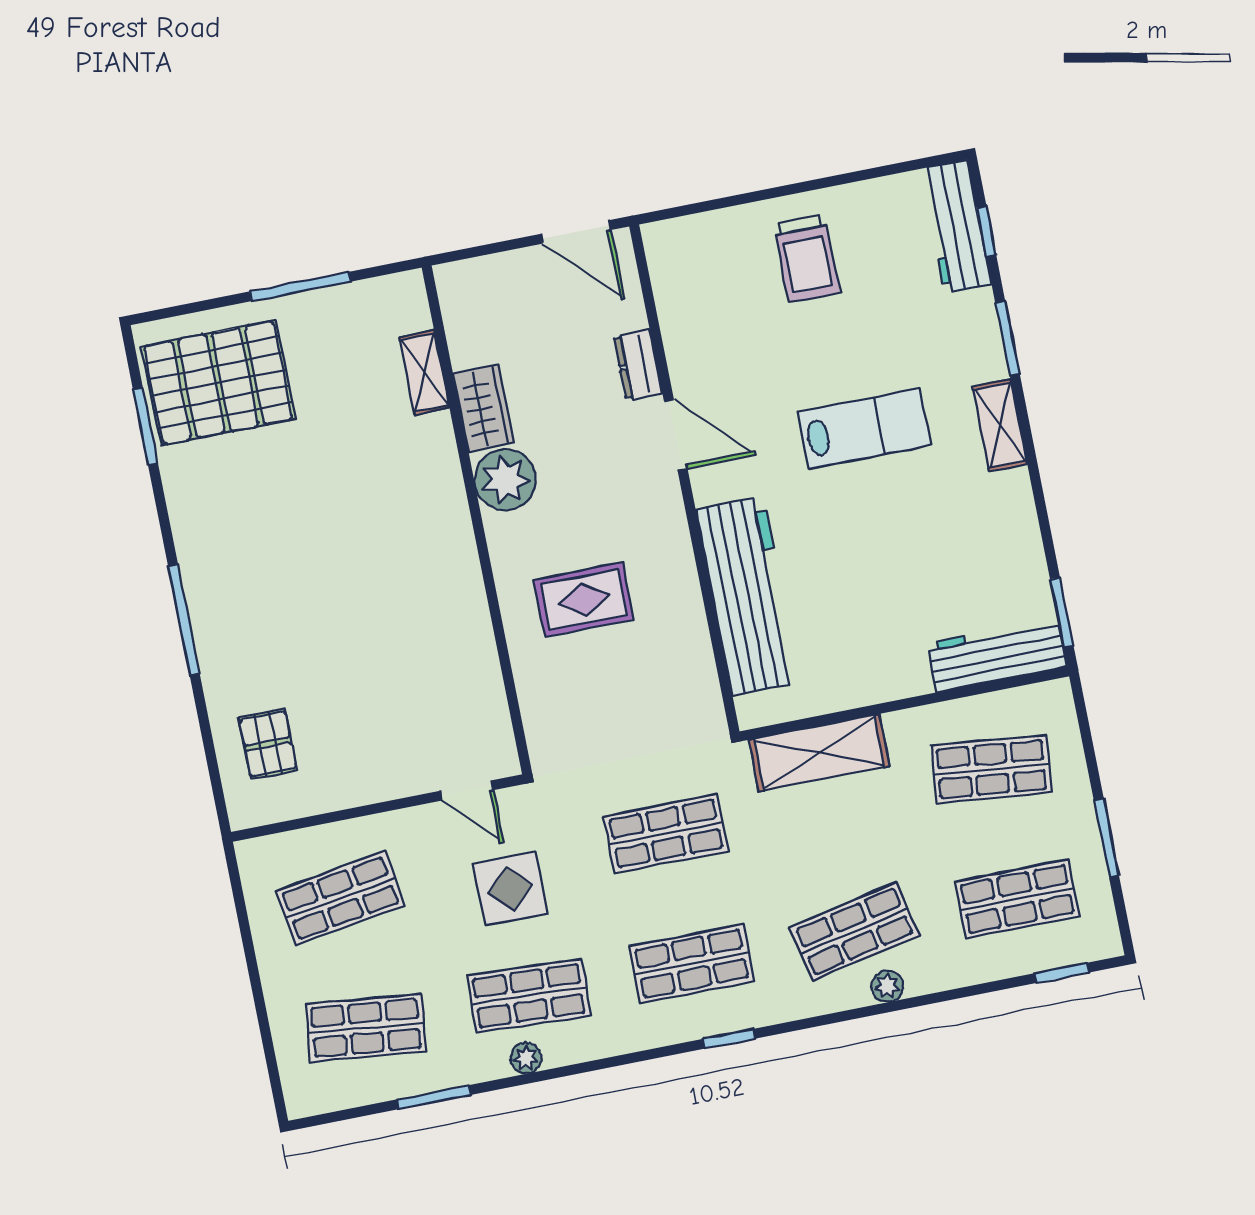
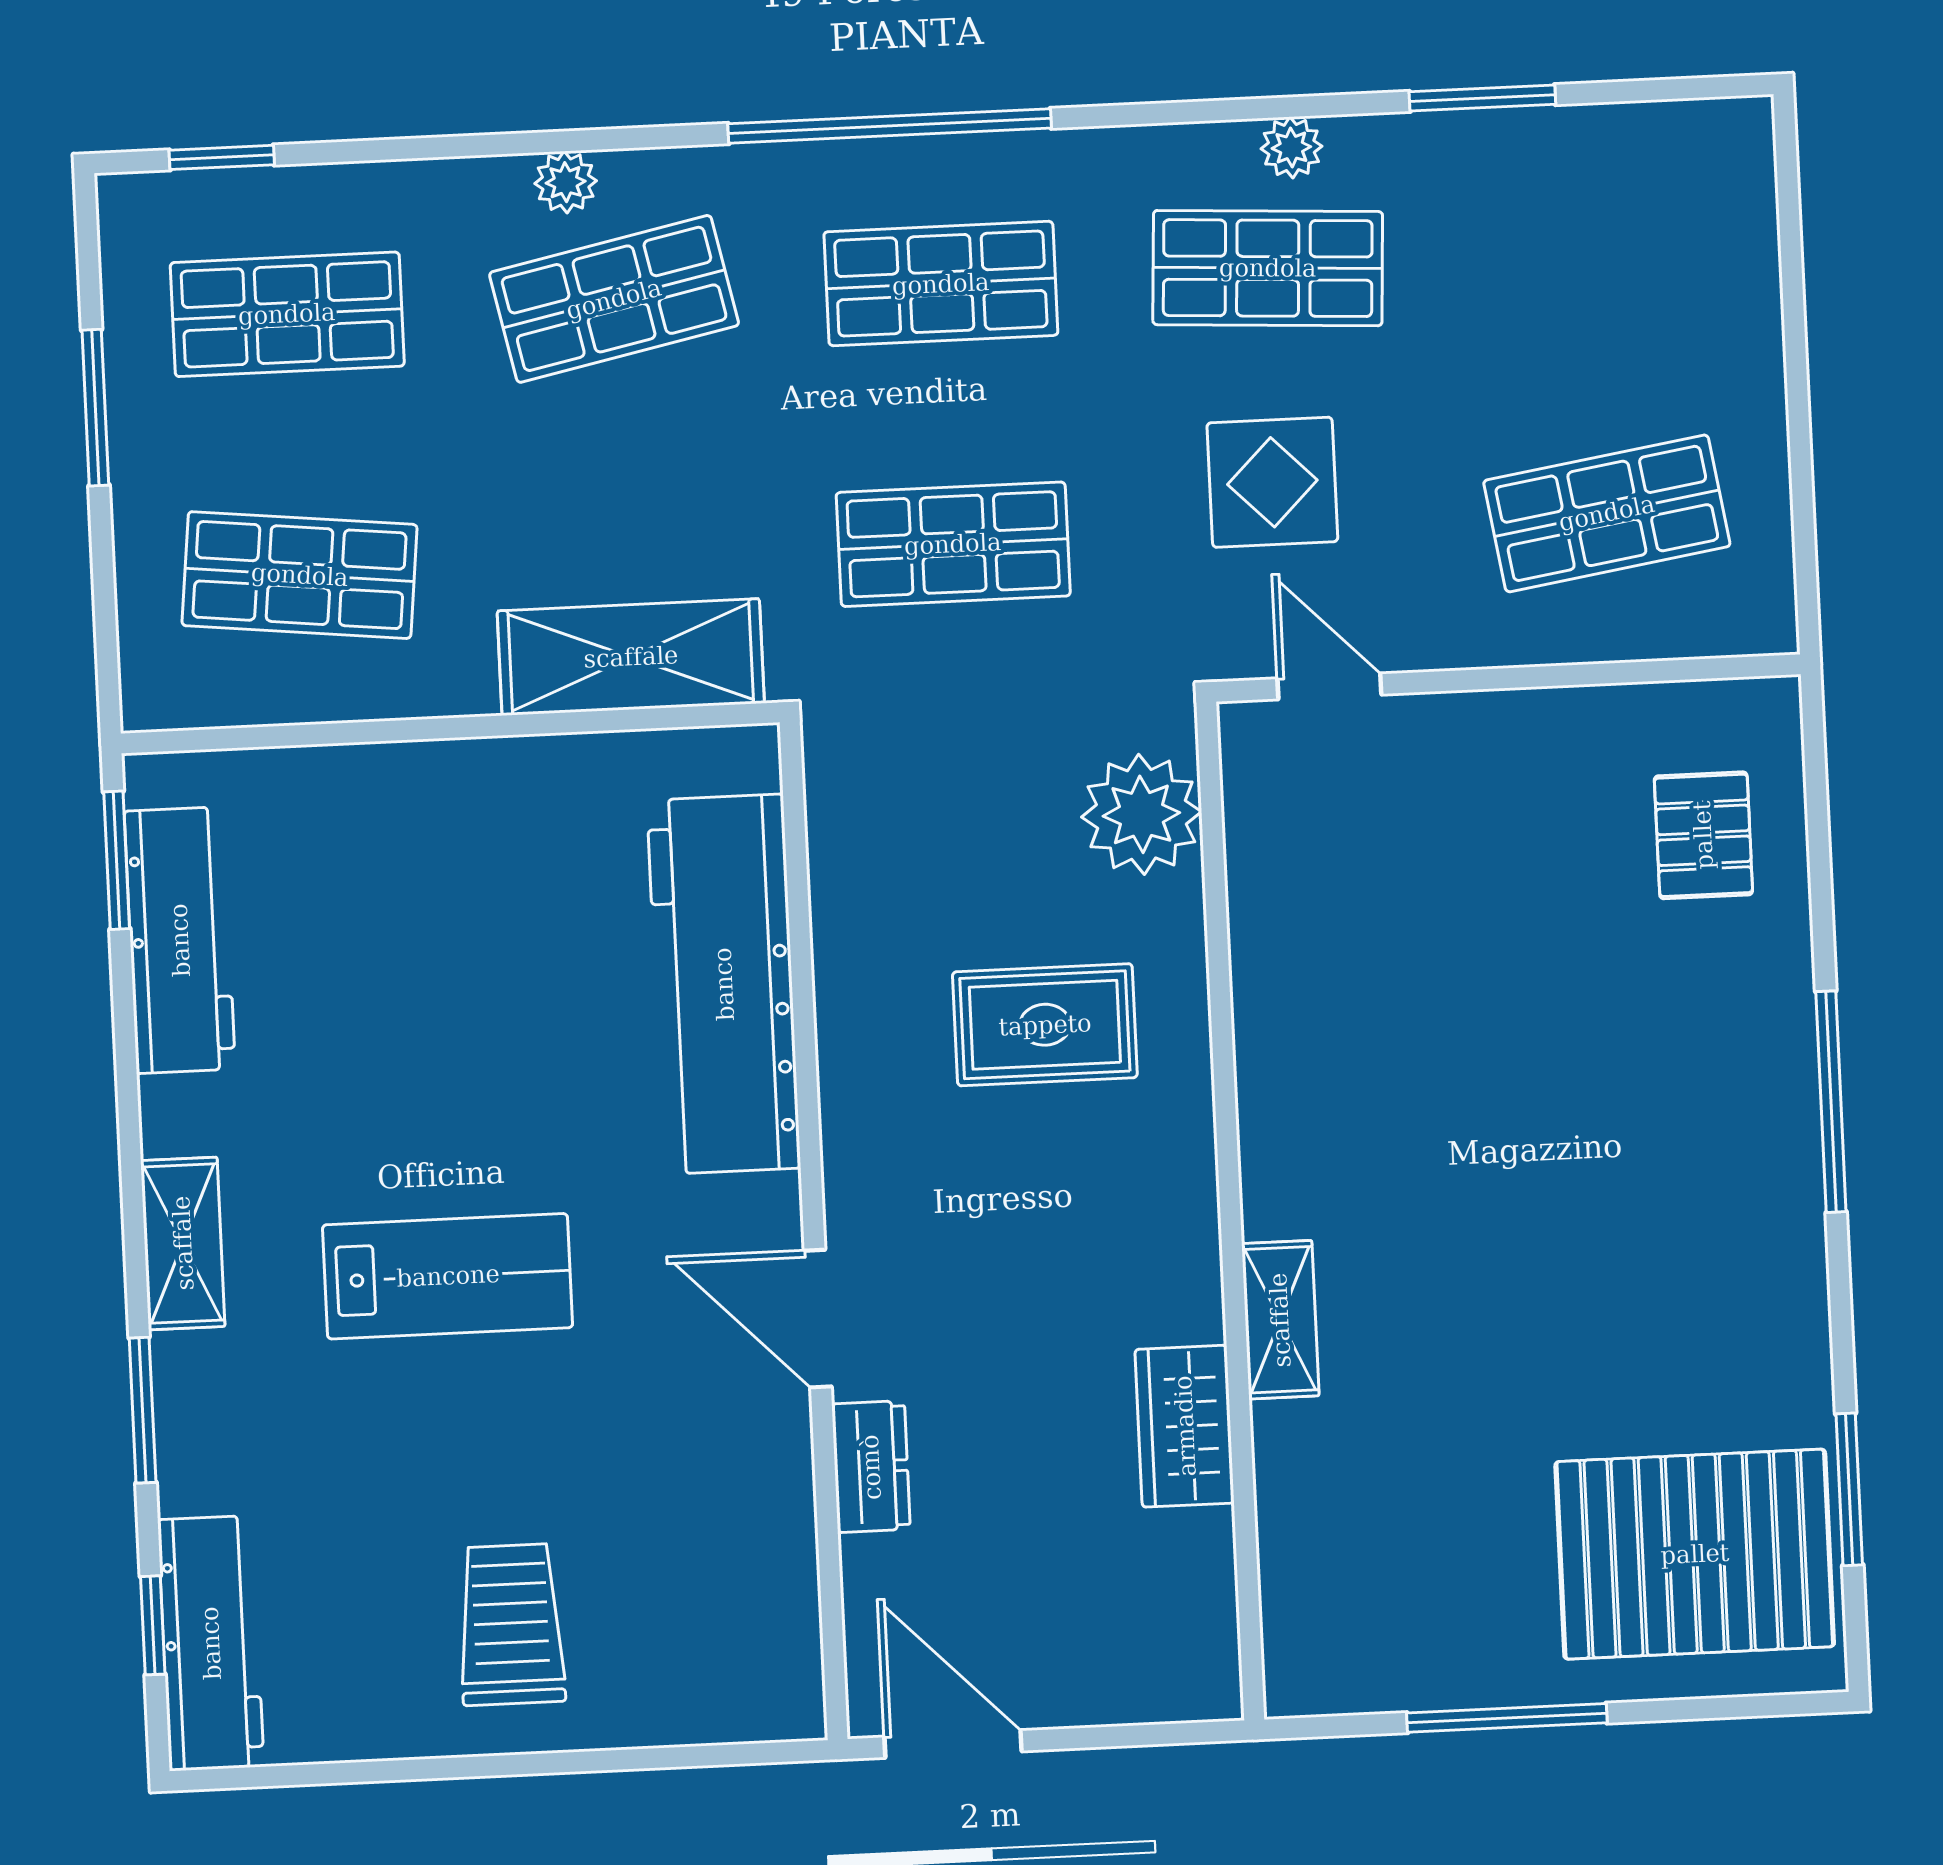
shelving: (425, 373) -> (1280, 1320), moved
lab bench: (865, 429) -> (448, 1276), turned 180
plant: (505, 480) -> (1141, 814), moved
workbench: (997, 655) -> (180, 940), moved, turned -90
shop shelf: (366, 1028) -> (1595, 253), removed
window: (729, 1039) -> (890, 126), width x3.17

